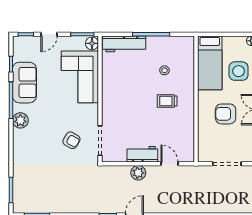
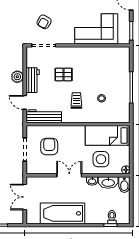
floor lamp: (92, 43) -> (124, 39), removed
workbench: (124, 44) -> (44, 116), moved, turned 90
armchair: (226, 114) -> (49, 147), moved
pallet: (135, 117) -> (64, 74), added
door: (169, 164) -> (25, 102), swing flipped

